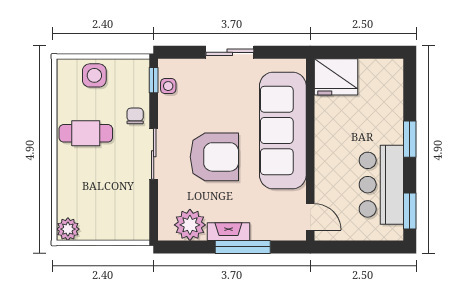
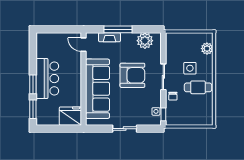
side table: (94, 75) -> (190, 68), moved
armchair: (214, 157) -> (132, 75), turned 180
bar counter: (381, 185) -> (47, 79), moved
window: (410, 211) -> (33, 109), moved
plant: (68, 229) -> (207, 49), moved
fireplace: (228, 232) -> (109, 37), moved

